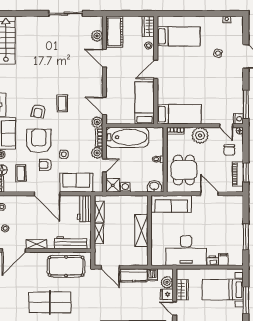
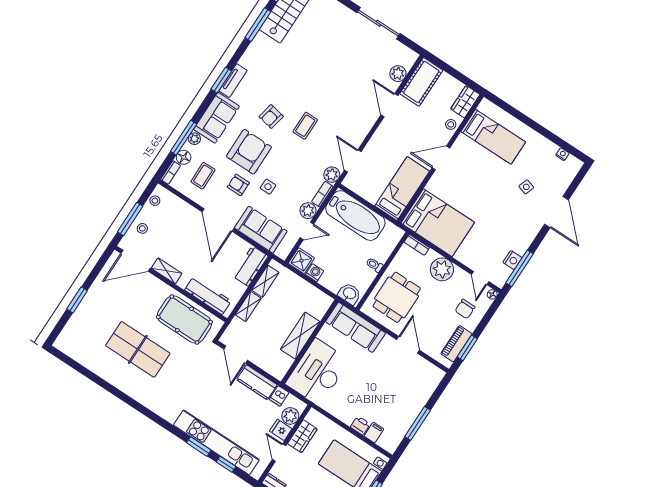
bed: (179, 114) -> (438, 223), width x1.50
nightstand: (238, 119) -> (512, 260), moved
desk: (186, 251) -> (318, 372), moved, turned 90

